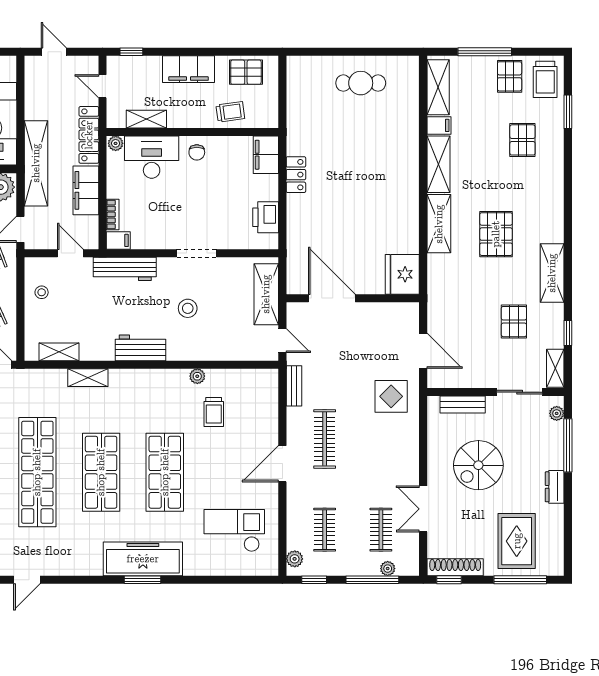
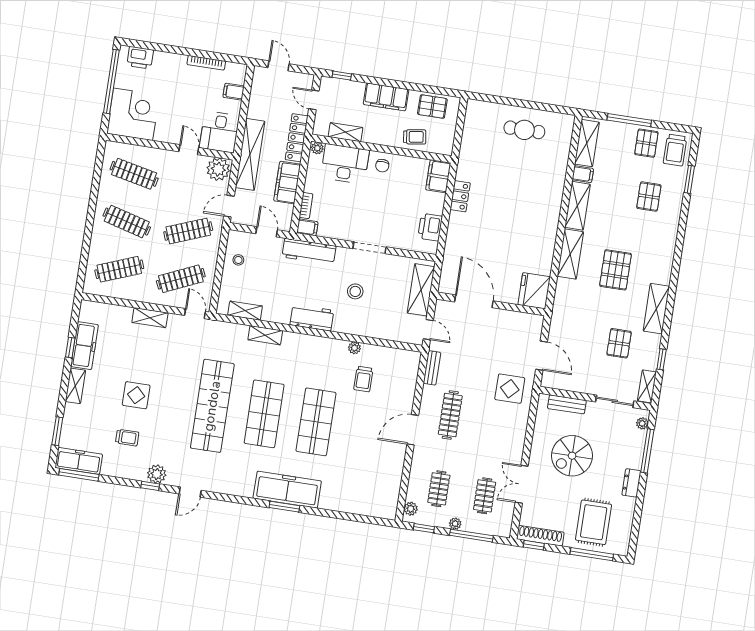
checkout: (234, 531) -> (365, 478), removed
plant: (388, 569) -> (455, 524), moved

